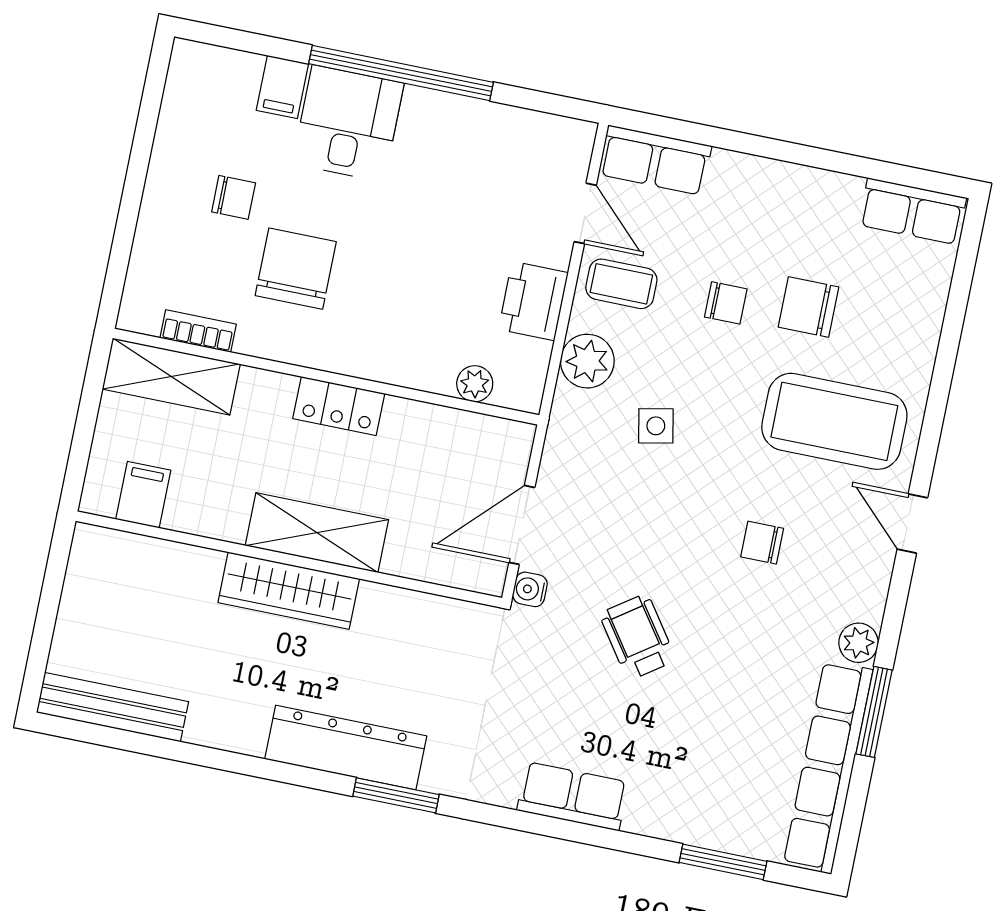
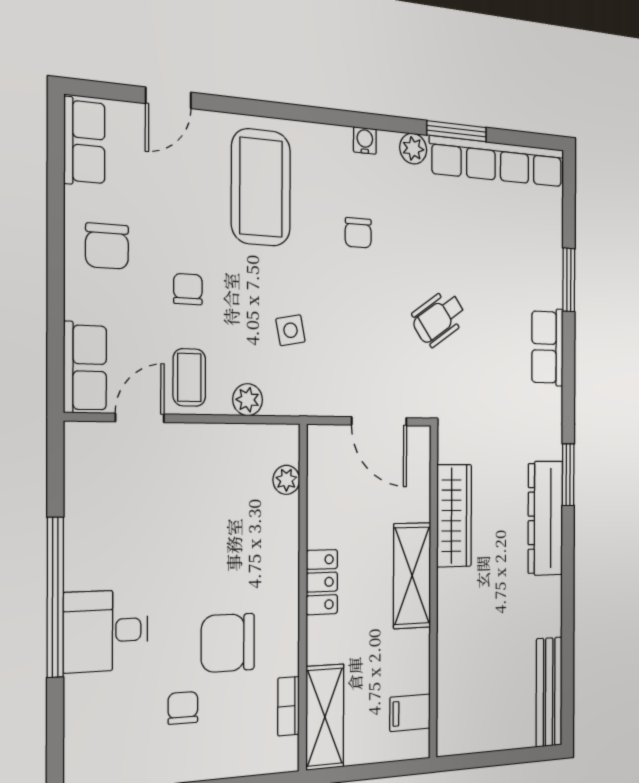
filing cabinet: (282, 87) -> (87, 693), removed
printer: (533, 301) -> (216, 446), removed
chair: (808, 307) -> (107, 246), moved
plant: (587, 361) -> (248, 400), width x0.73, depth x0.73
door: (912, 523) -> (168, 98), moved
water cooler: (530, 589) -> (365, 141), moved, turned 180
wardrobe: (289, 591) -> (454, 516), moved
window: (723, 862) -> (569, 280), moved

